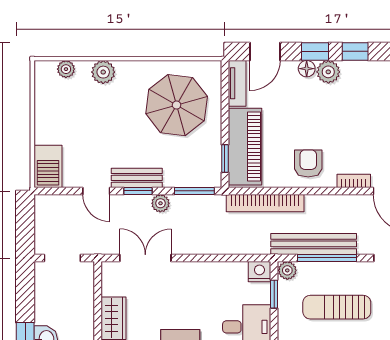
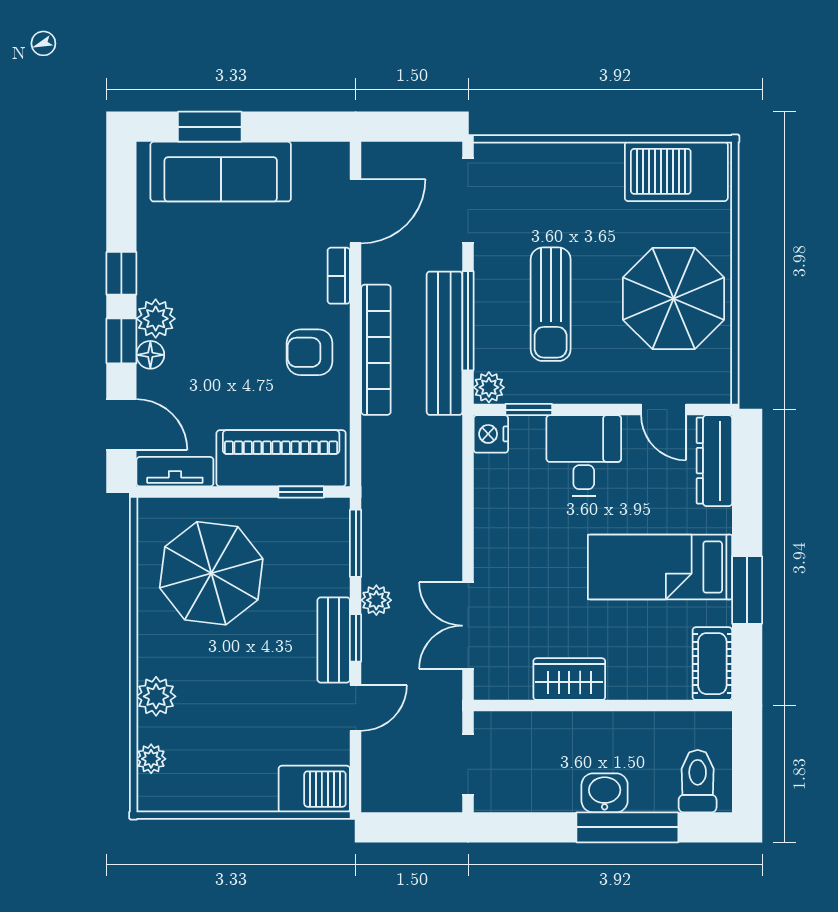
bookcase: (265, 203) -> (376, 350), moved

